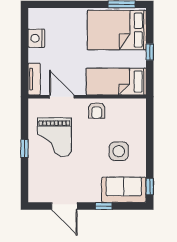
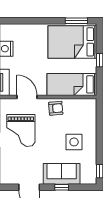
armchair: (97, 110) -> (56, 108), turned -95
sofa: (124, 190) -> (62, 174), moved

